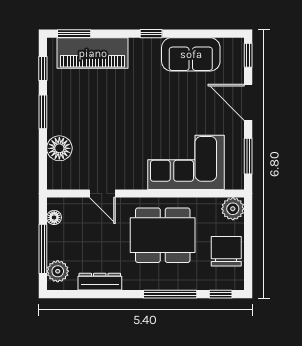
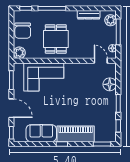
piano: (93, 53) -> (76, 134), moved
door: (102, 193) -> (101, 61), moved
dining table: (163, 235) -> (56, 39), width x0.73

